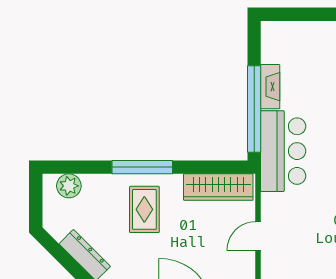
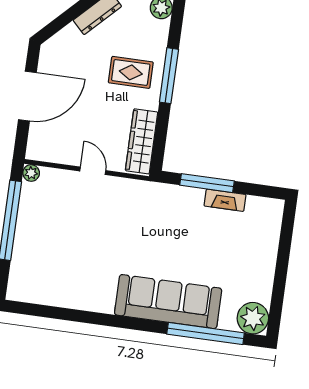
window: (254, 109) -> (207, 183), width x0.68
bar counter: (283, 151) -> (166, 204), removed

